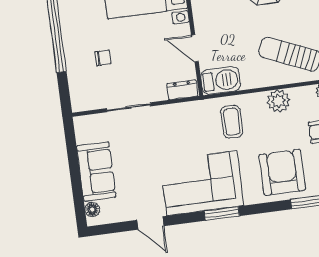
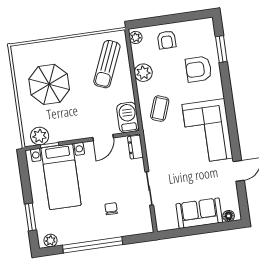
coffee table: (232, 122) -> (160, 109), turned -70
armchair: (282, 172) -> (199, 69), width x0.73, depth x0.73
window: (222, 214) -> (231, 116), removed

